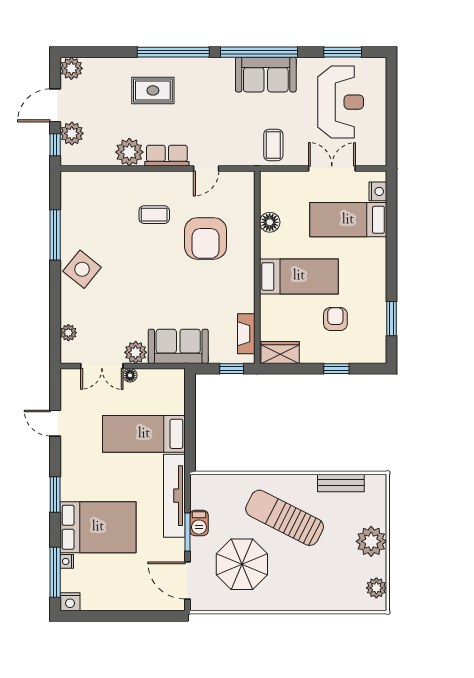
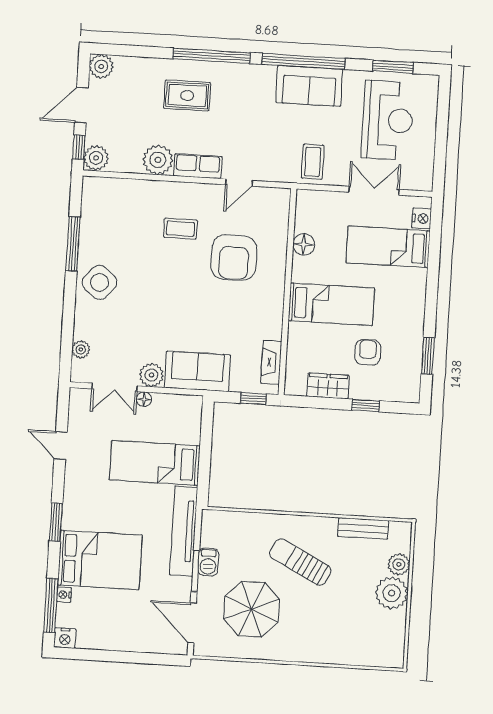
plant: (72, 133) -> (96, 158), moved
wardrobe: (280, 352) -> (328, 386), moved
sun lounger: (285, 518) -> (300, 562), width x0.73, depth x0.75
plant: (376, 588) -> (399, 564), moved

